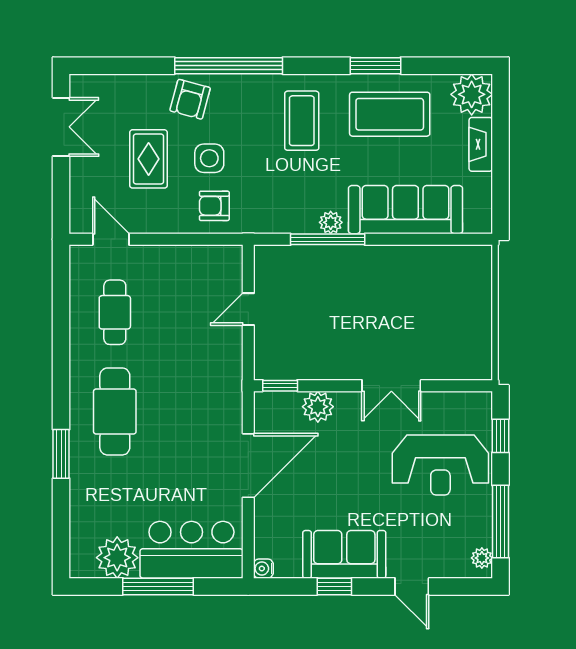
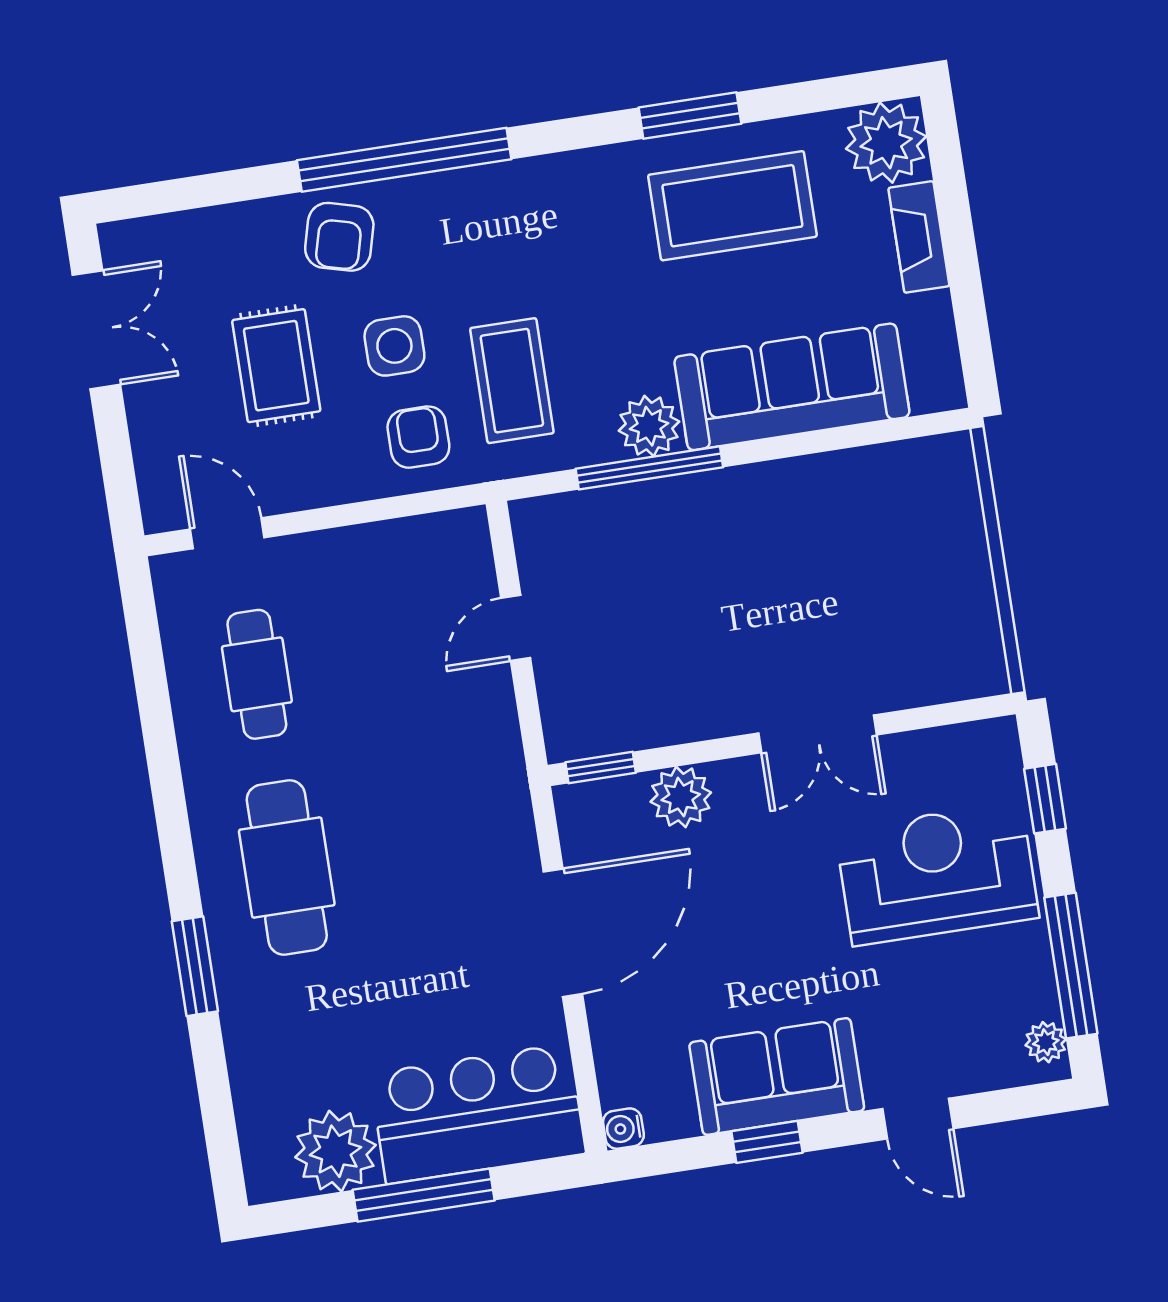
coffee table: (302, 121) -> (512, 381), moved
armchair: (214, 206) -> (418, 437), turned 90
plant: (331, 222) -> (649, 426), width x1.38, depth x1.38
reception desk: (440, 465) -> (937, 874), turned 180

